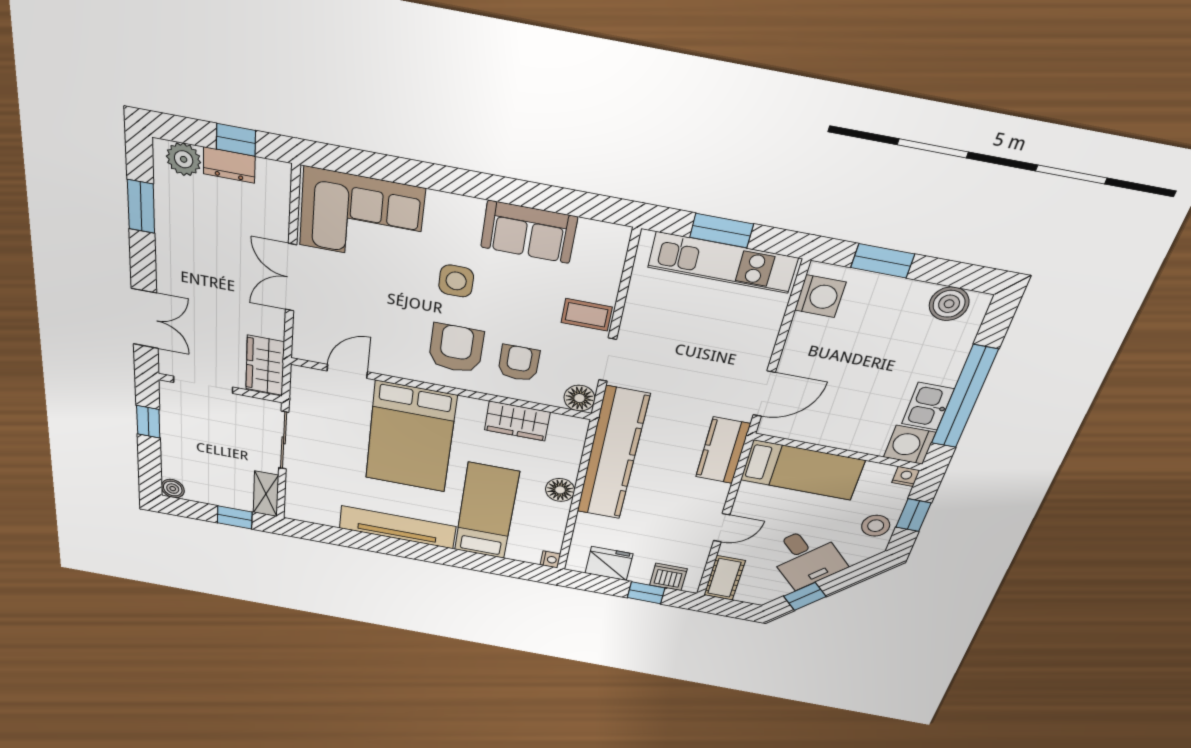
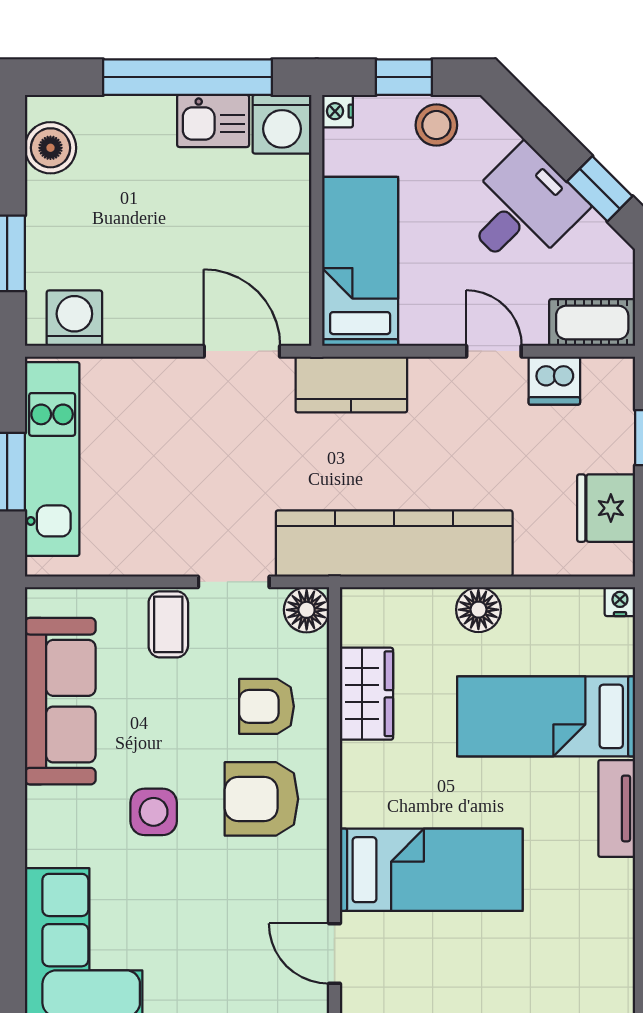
sofa: (529, 232) -> (60, 701), width x1.36
bed: (411, 437) -> (431, 870), width x0.67
tv unit: (398, 527) -> (617, 808), width x0.52, depth x0.78
dishwasher: (668, 577) -> (554, 381), moved, turned -90

